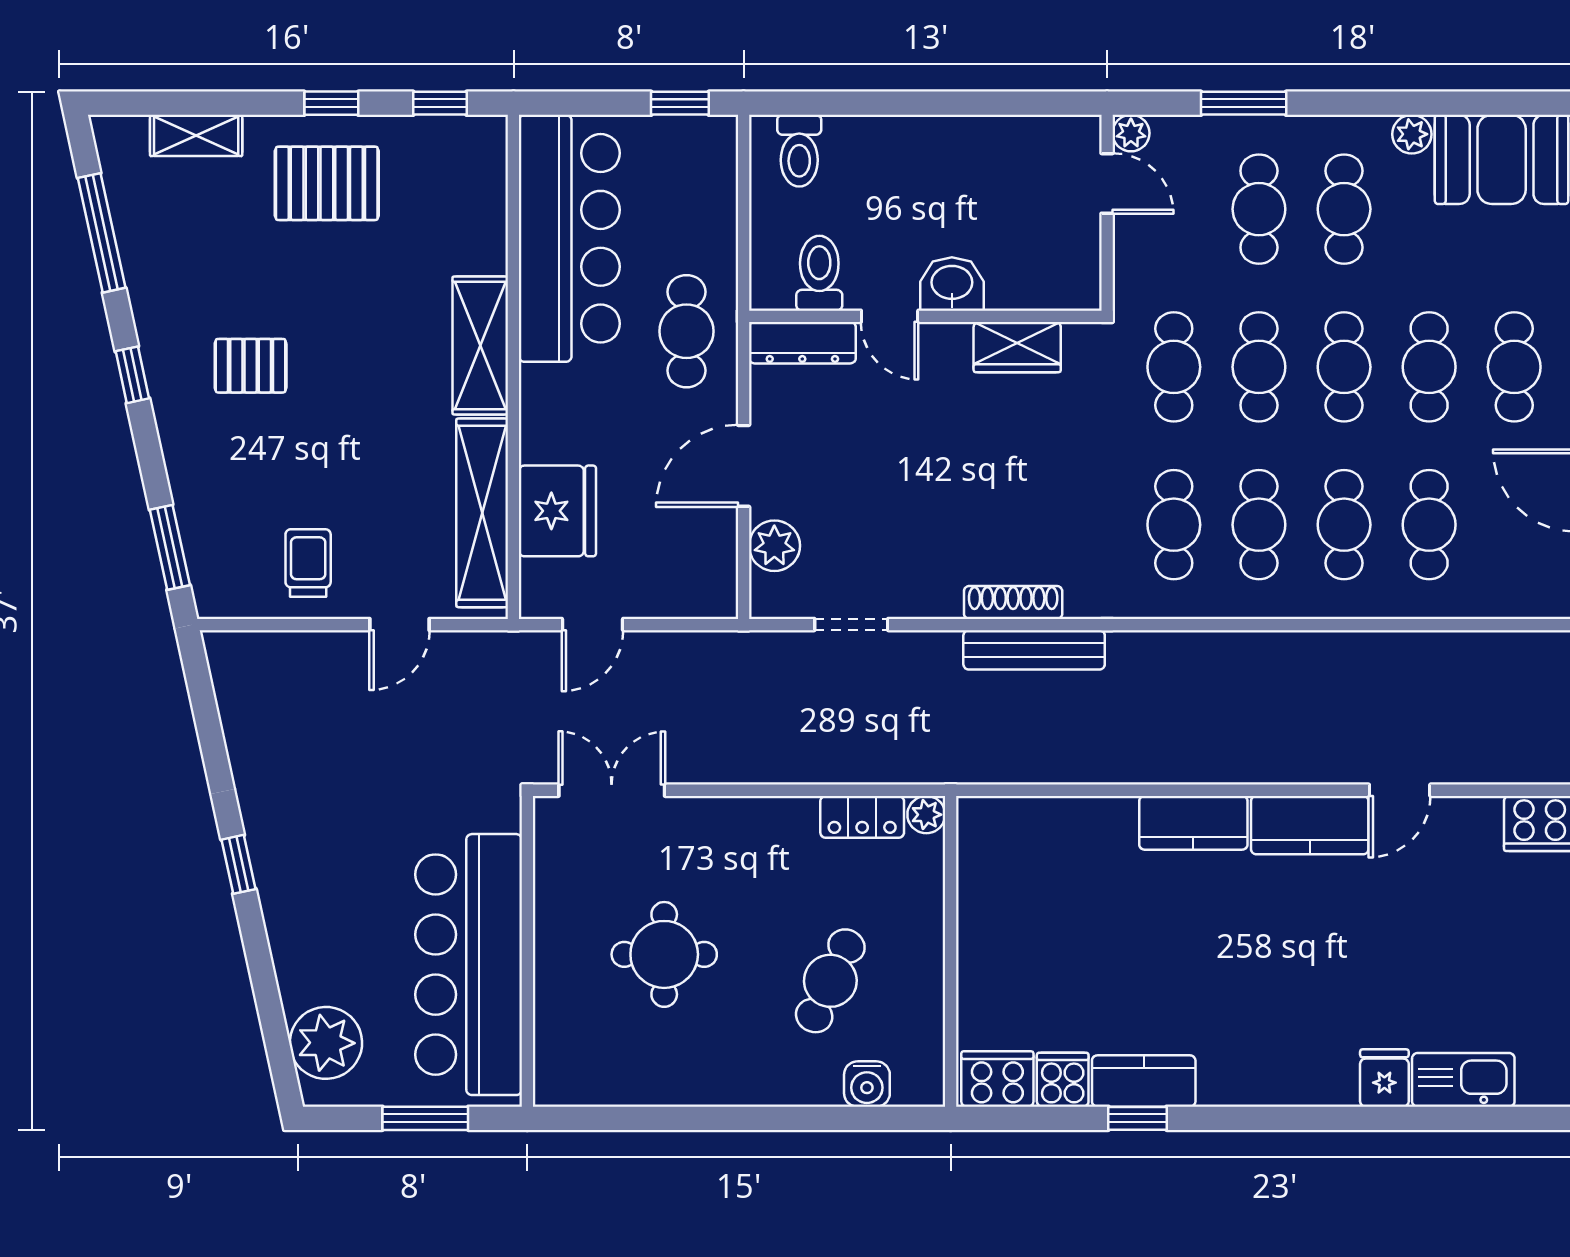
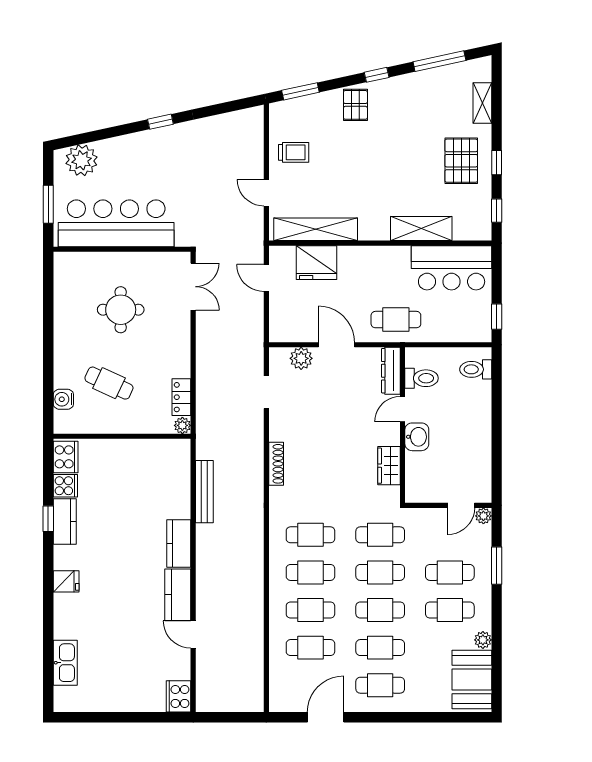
bar counter: (569, 238) -> (452, 268), width x0.73
shelving: (480, 345) -> (421, 228), moved
pallet: (251, 366) -> (355, 105), moved
bench: (1034, 650) -> (204, 492), moved
fridge: (1384, 1078) -> (66, 581), moved

